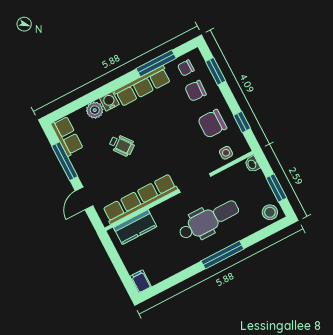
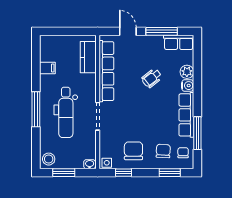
side table: (226, 153) -> (107, 163), moved
filing cabinet: (141, 281) -> (47, 68), moved

